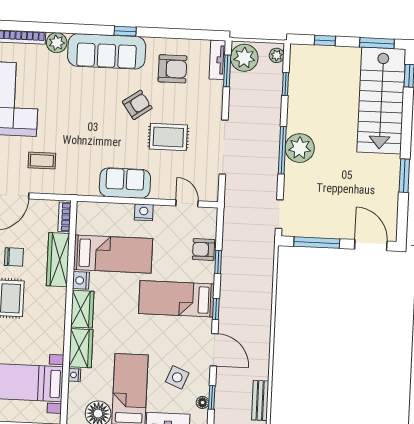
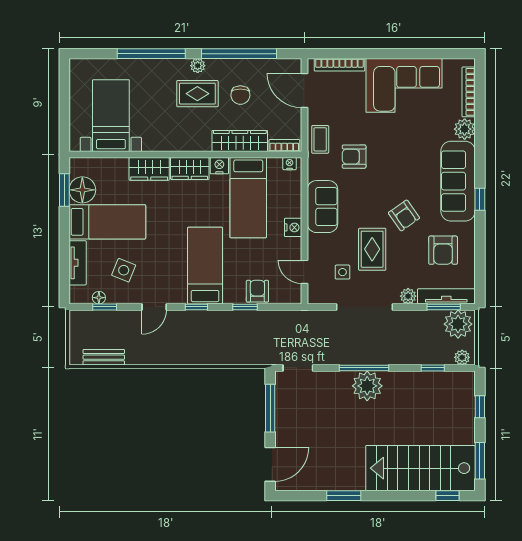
tv unit: (217, 60) -> (446, 296), width x1.41
plant: (215, 105) -> (408, 296), added
armchair: (78, 150) -> (354, 157), added
coffee table: (42, 161) -> (320, 139), moved
side table: (189, 167) -> (343, 272), added
door: (187, 203) -> (304, 272), swing flipped
door: (214, 350) -> (154, 307), width x0.73
nightstand: (74, 375) -> (290, 164), moved

